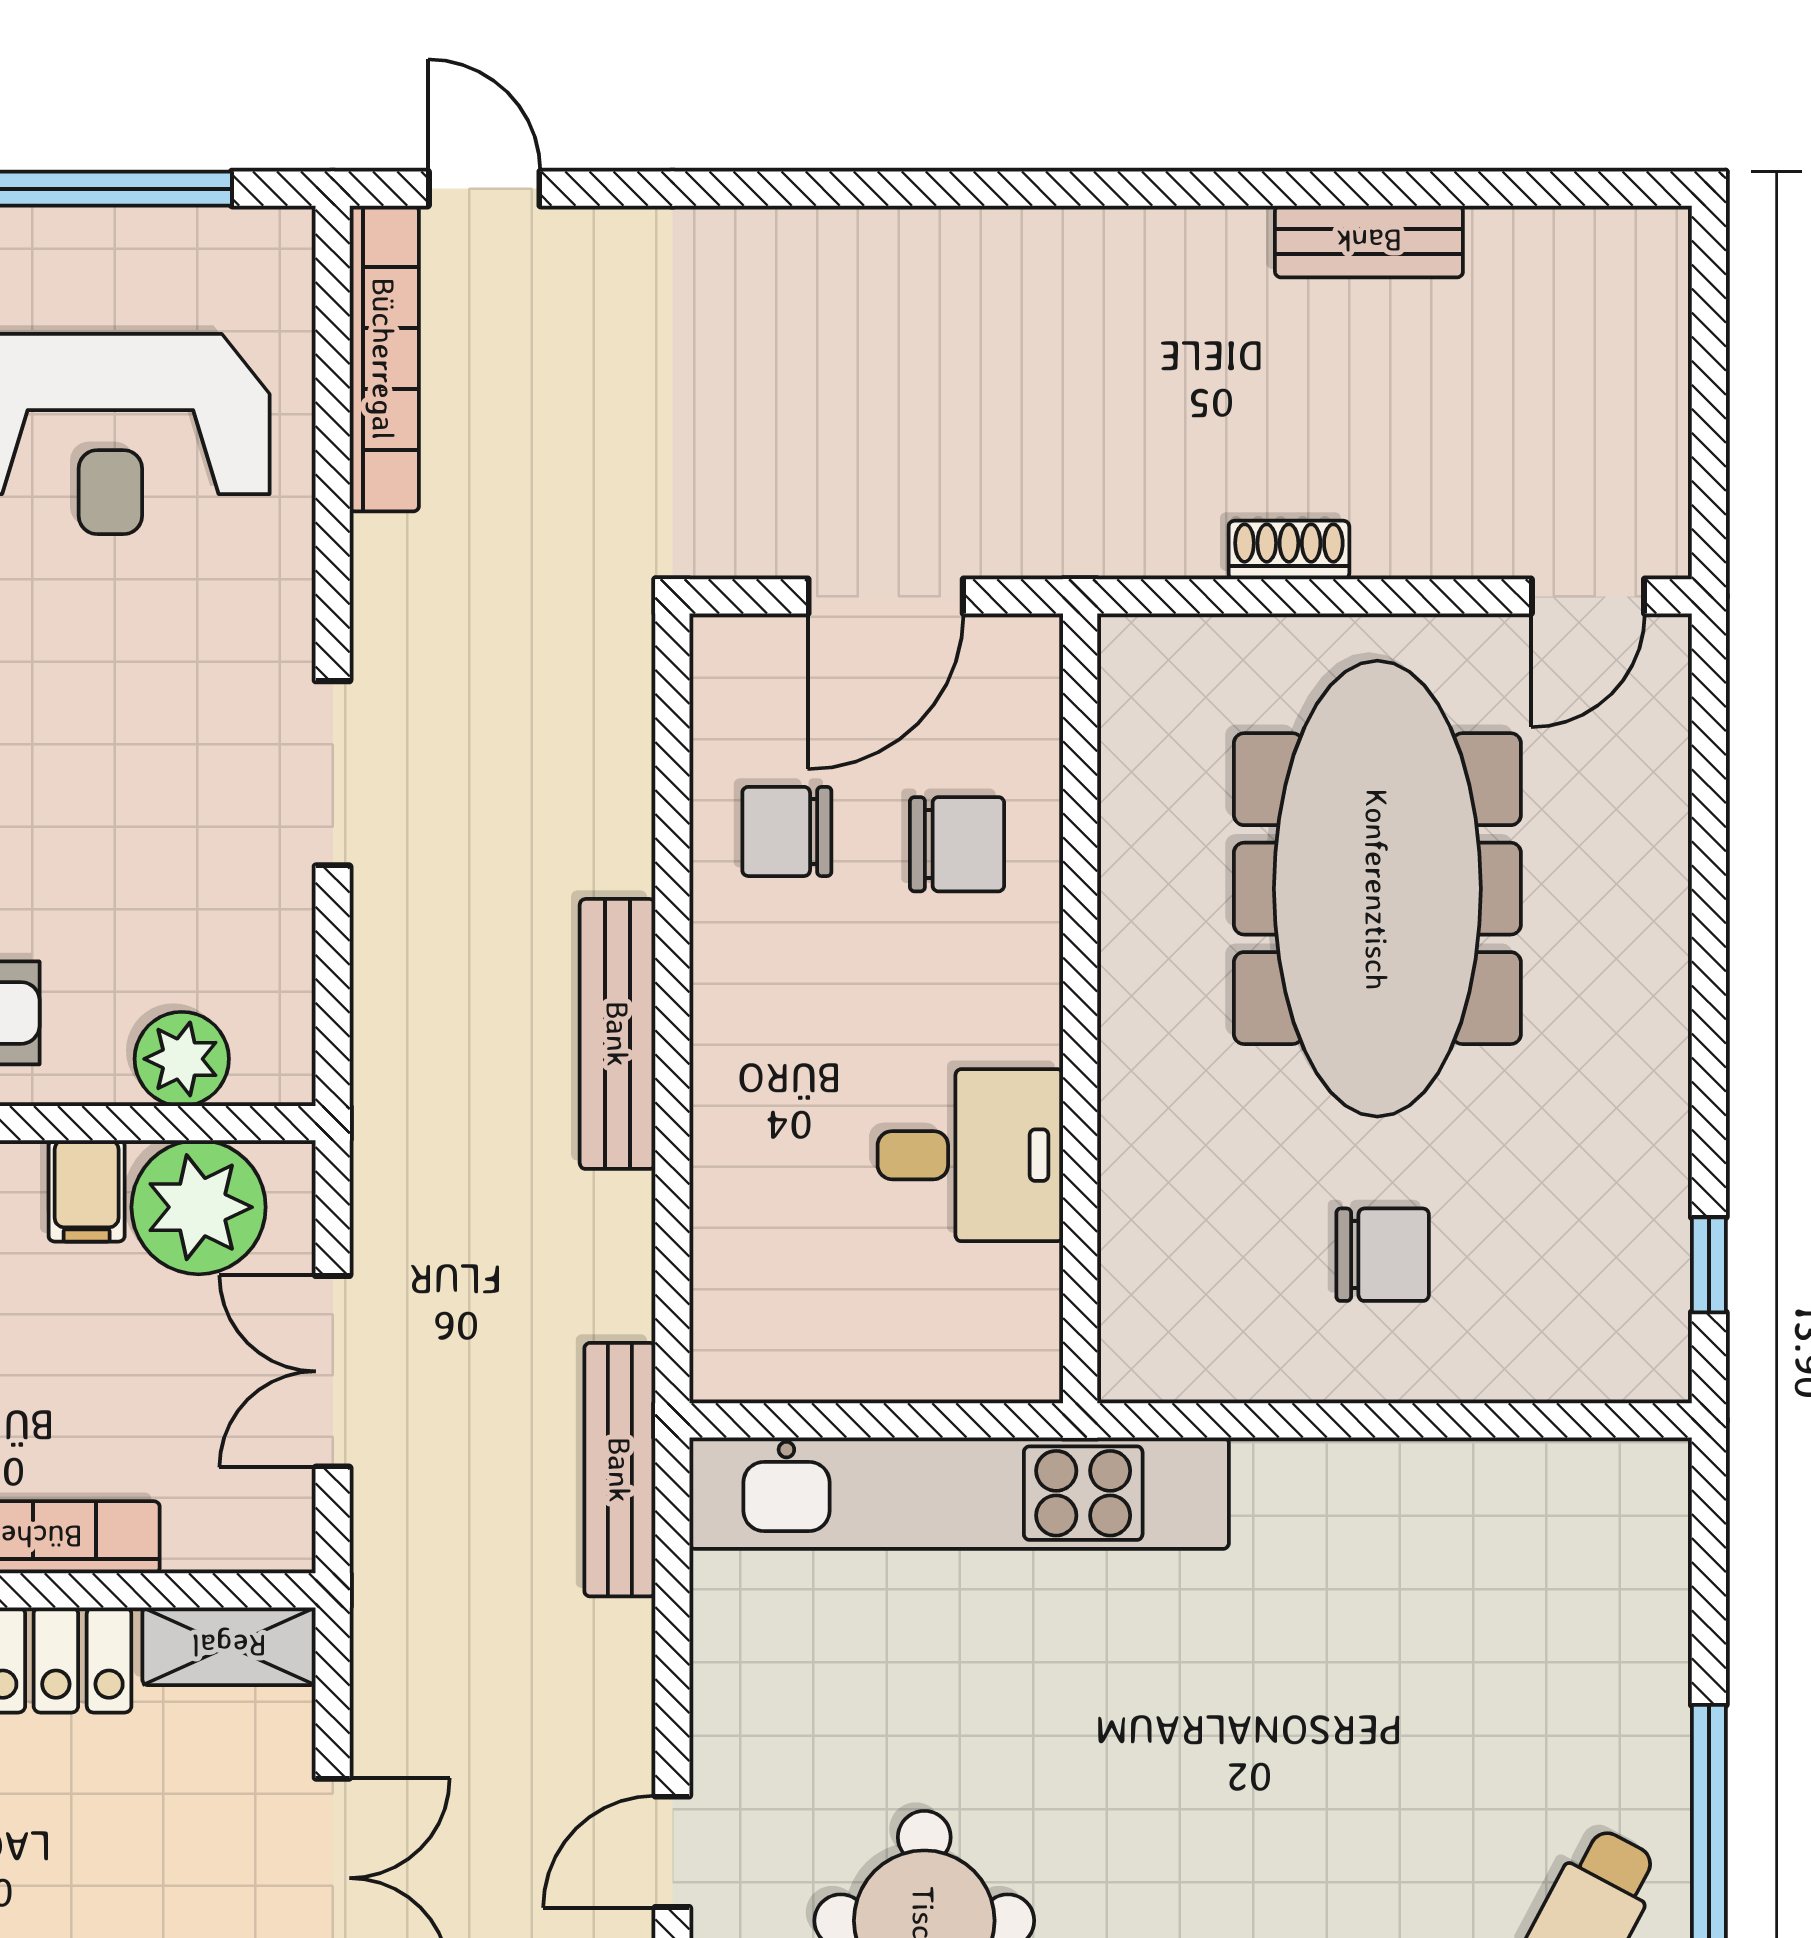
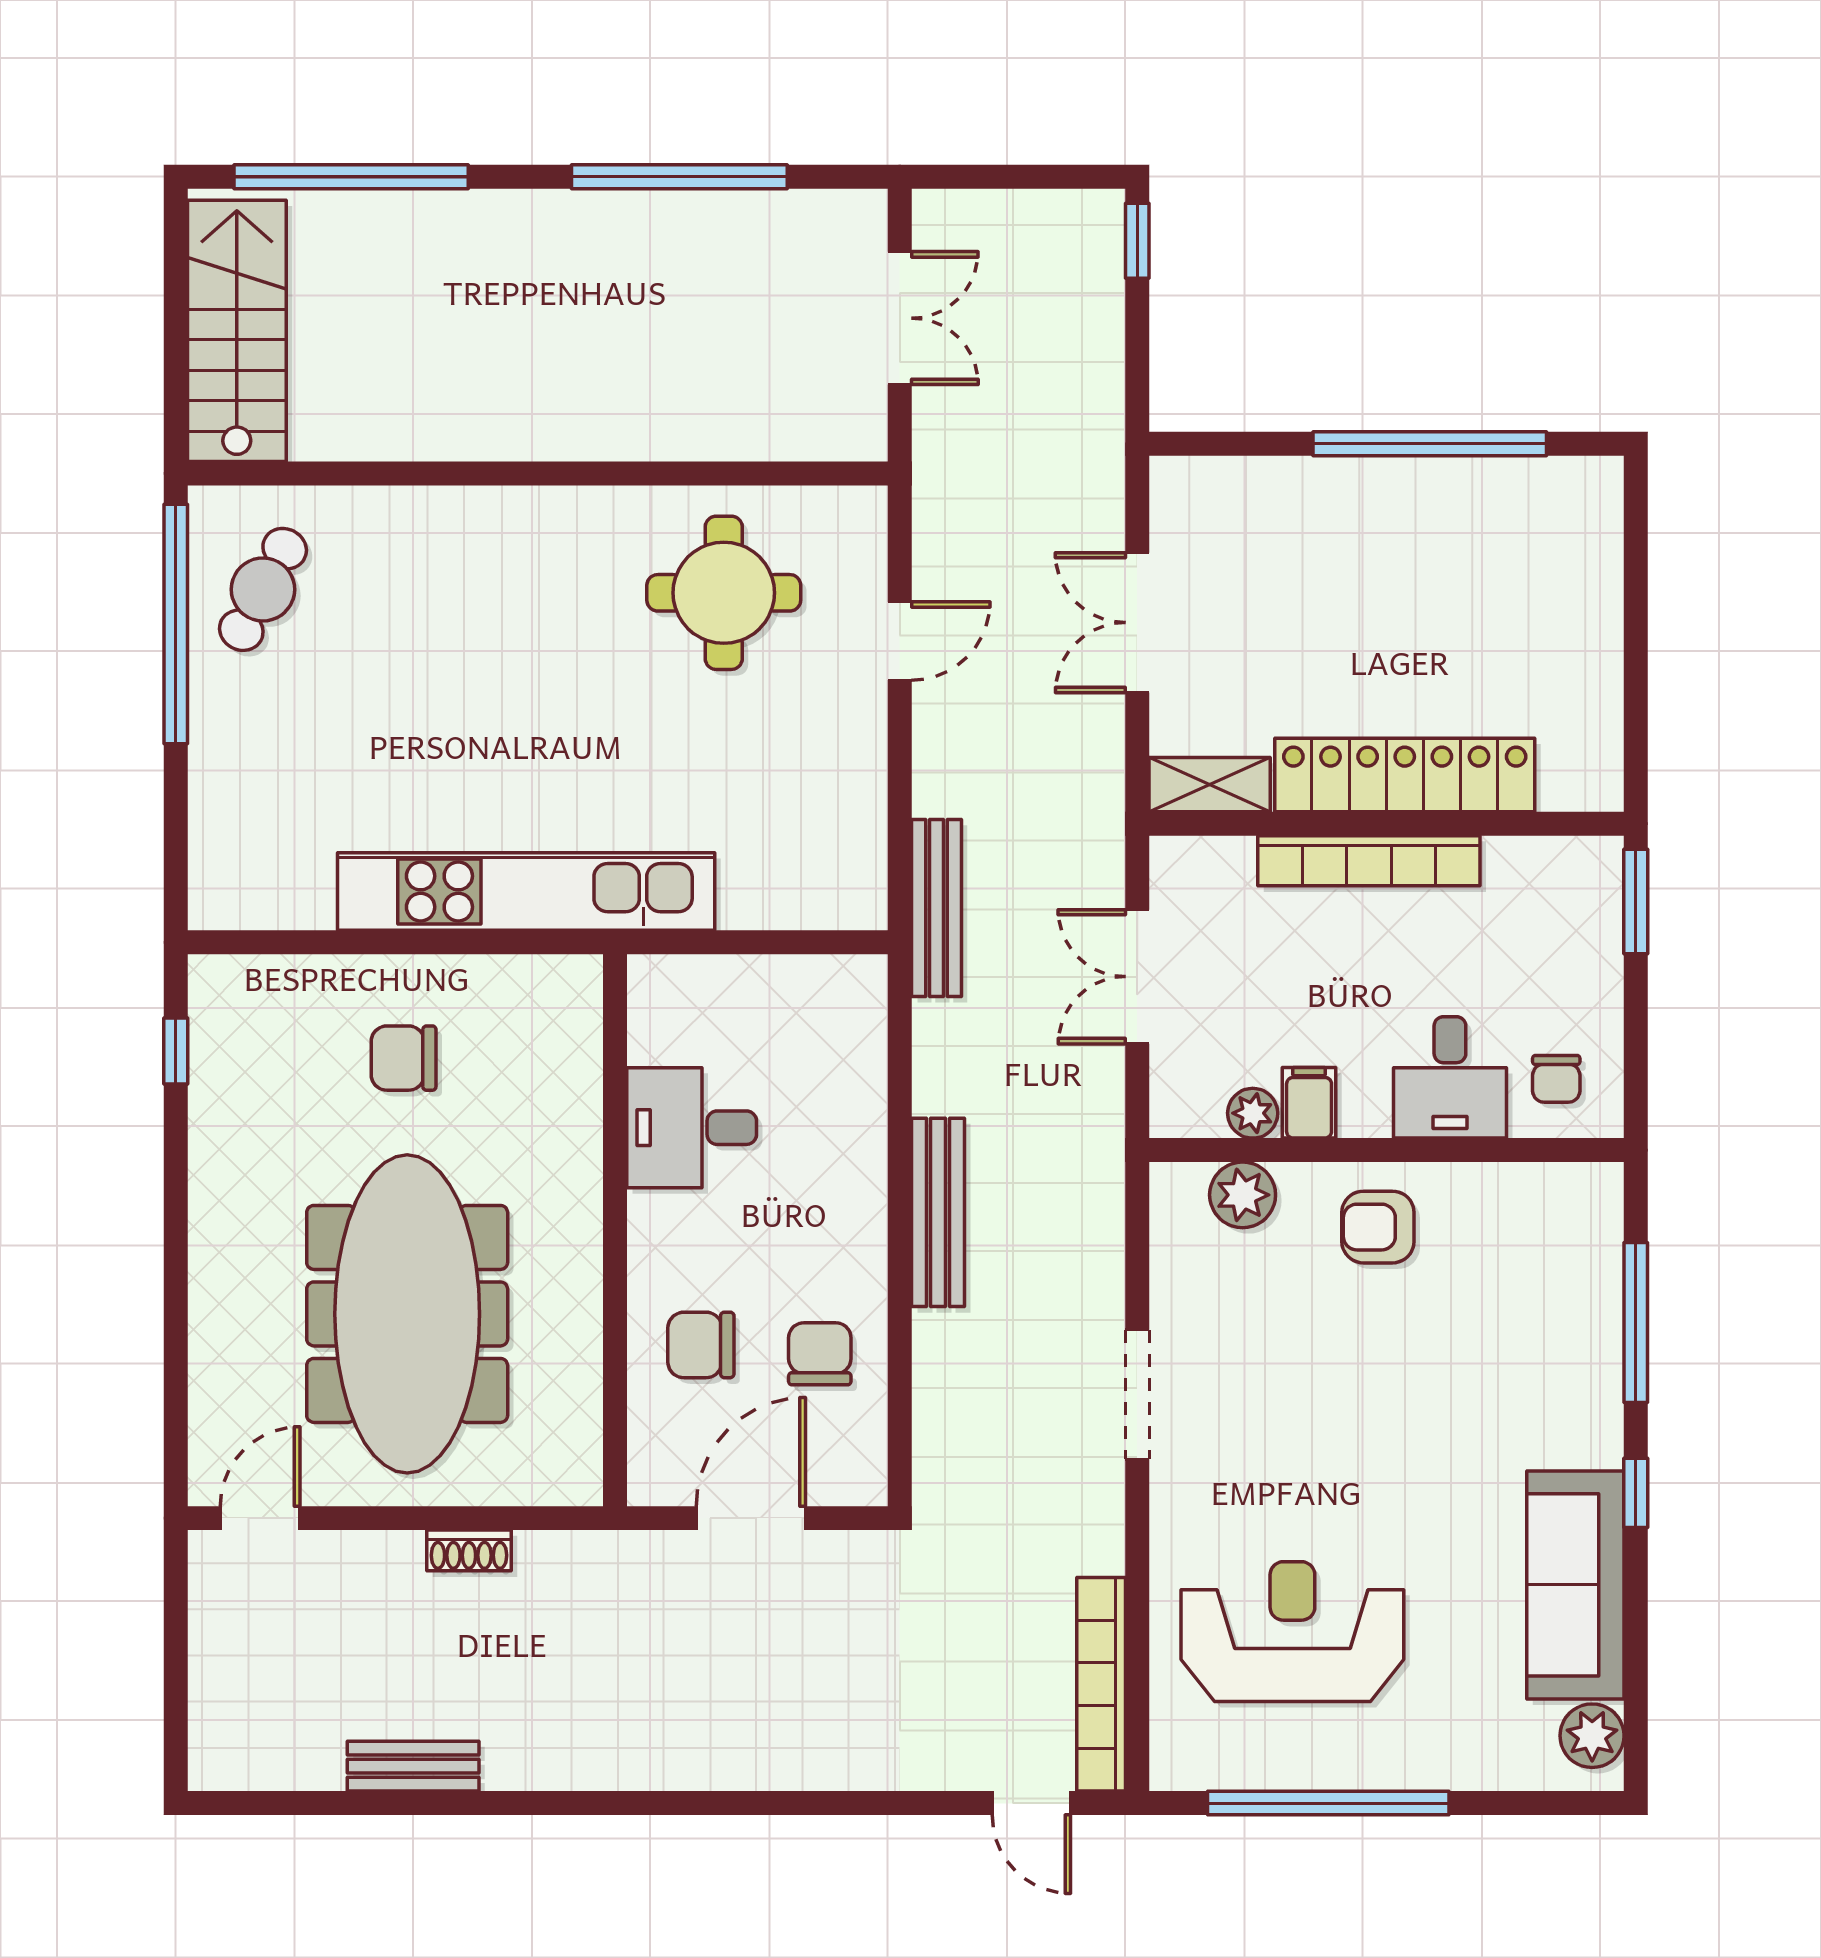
chair: (787, 831) -> (820, 1354), turned -90
plant: (199, 1207) -> (1253, 1113), width x0.53, depth x0.53
double door: (333, 1371) -> (1137, 977), swing flipped
kitchen unit: (959, 1493) -> (526, 892), moved

